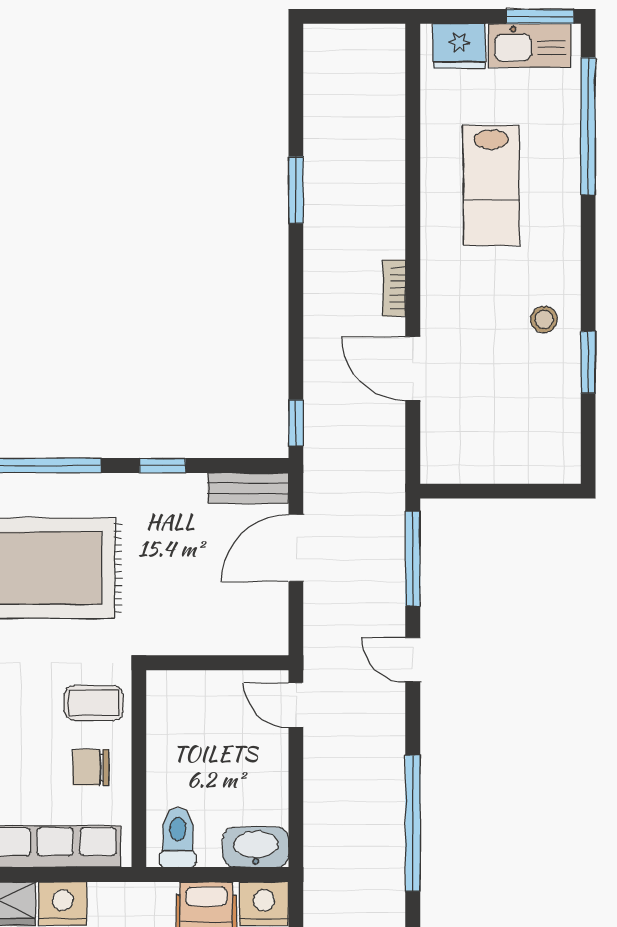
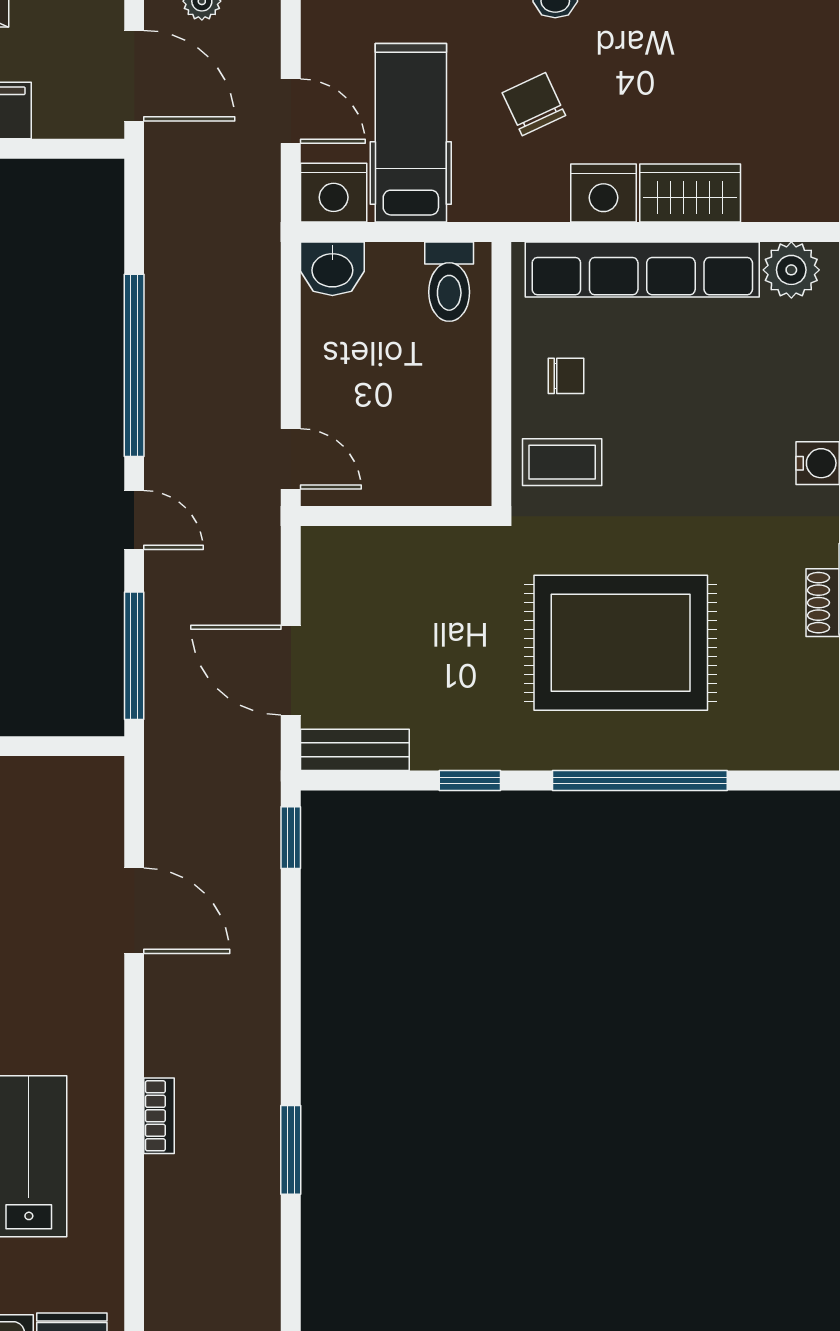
bookcase: (394, 288) -> (159, 1116), moved
door: (296, 548) -> (291, 670), swing flipped
chair: (91, 767) -> (566, 376), width x0.73, depth x0.73
window: (413, 823) -> (134, 365), moved
washbasin: (256, 847) -> (332, 269), width x0.72

